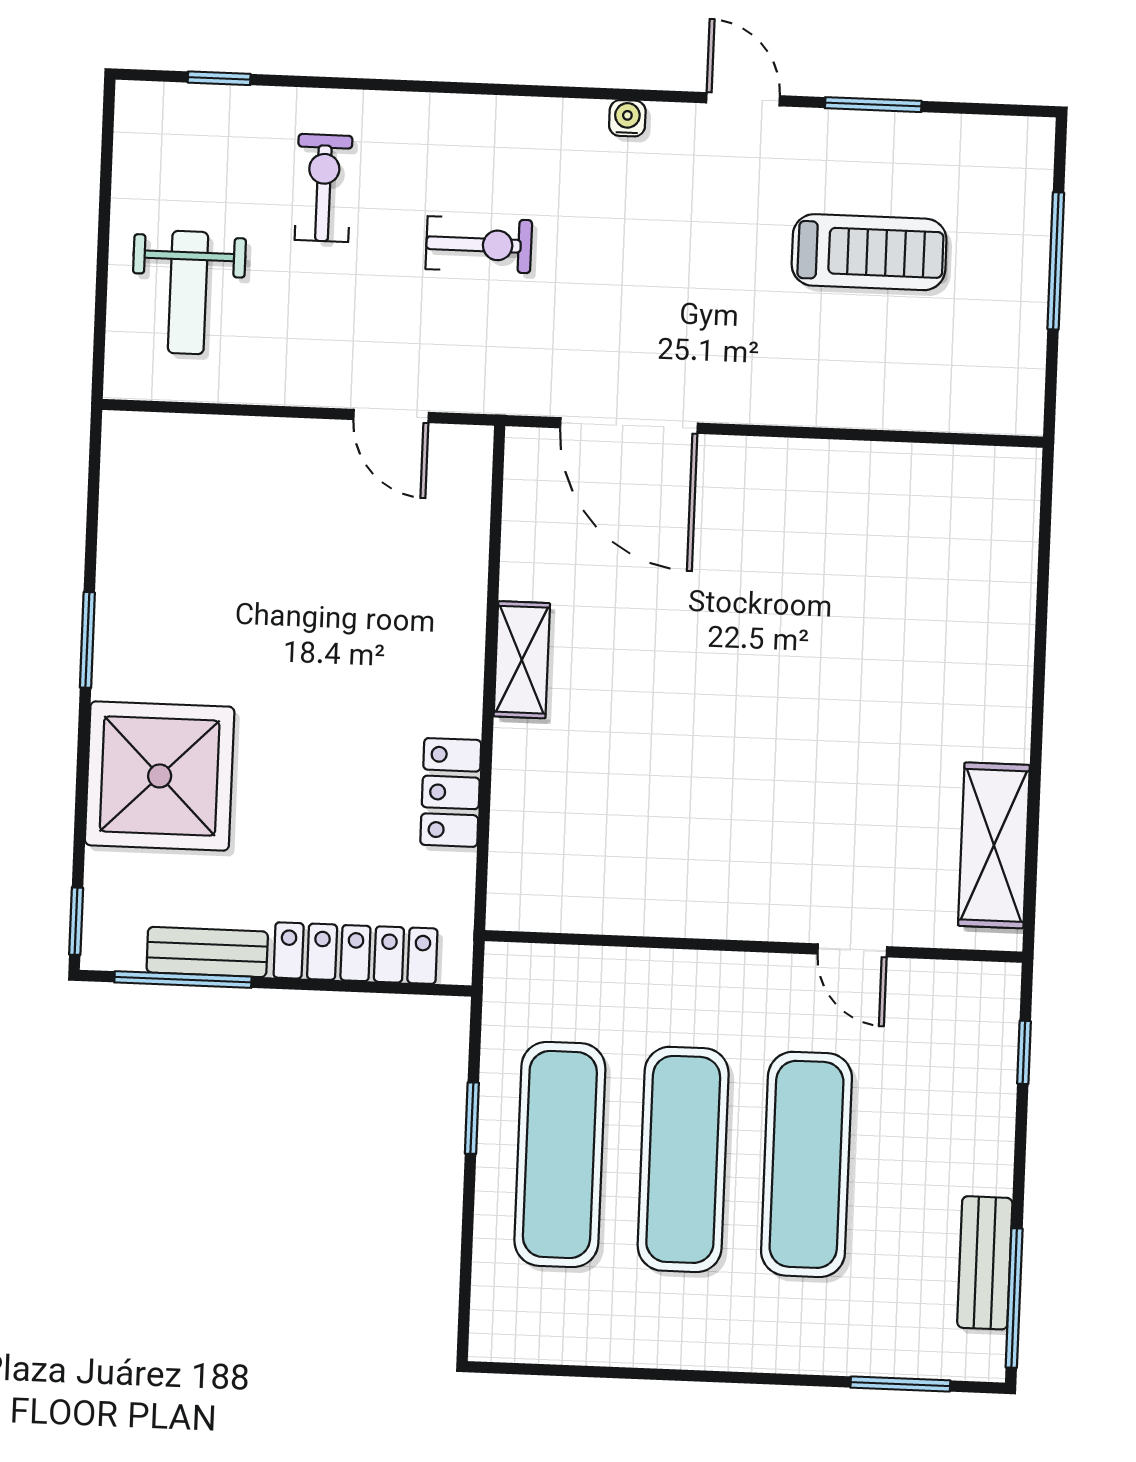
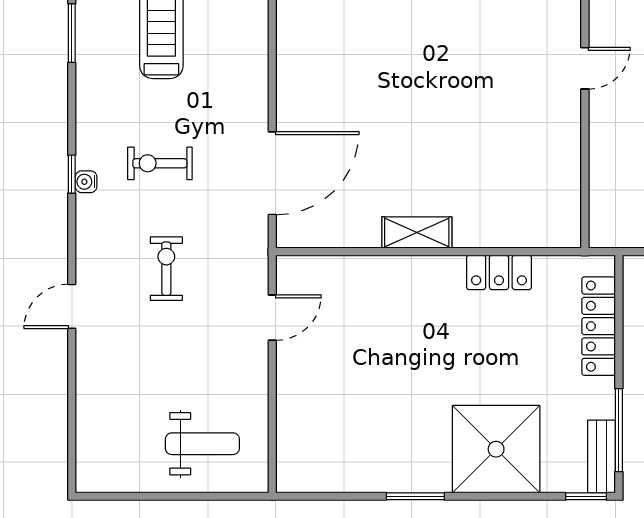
window: (219, 78) -> (72, 174), moved
door: (743, 99) -> (72, 306), moved
exercise bike: (324, 188) -> (160, 163), moved
door: (852, 950) -> (585, 68), moved
bench: (207, 952) -> (602, 456), moved

